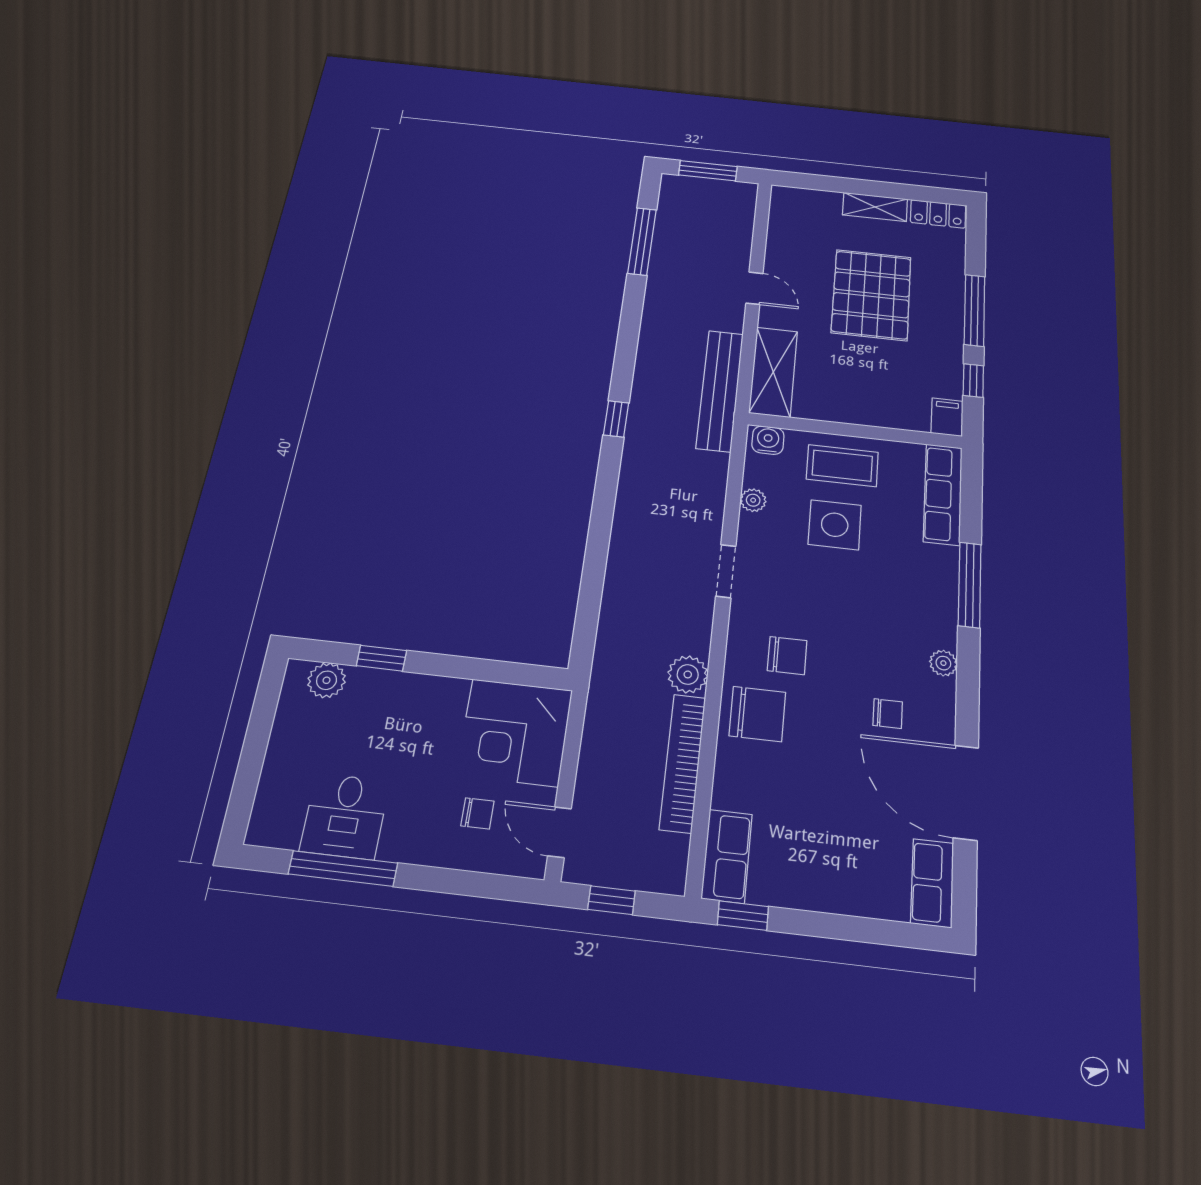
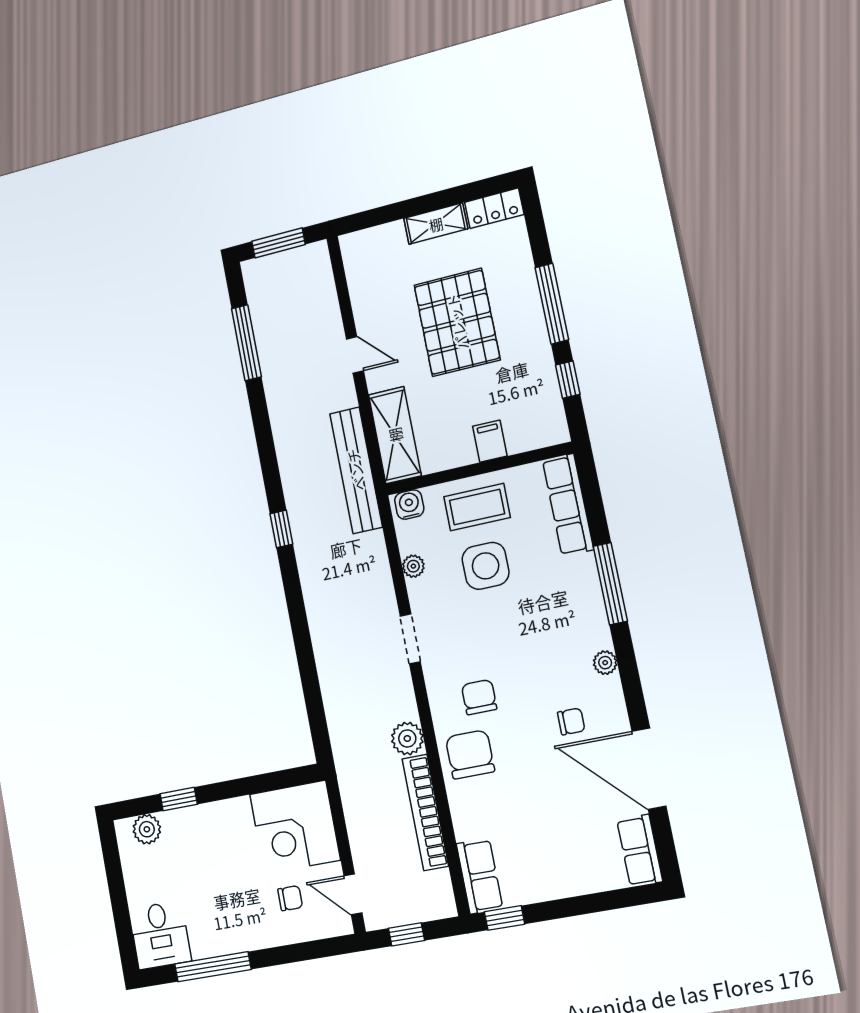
filing cabinet: (947, 417) -> (490, 441), moved
chair: (787, 656) -> (479, 697), turned -90
chair: (757, 714) -> (470, 754), turned -90
desk: (345, 816) -> (160, 935), moved

